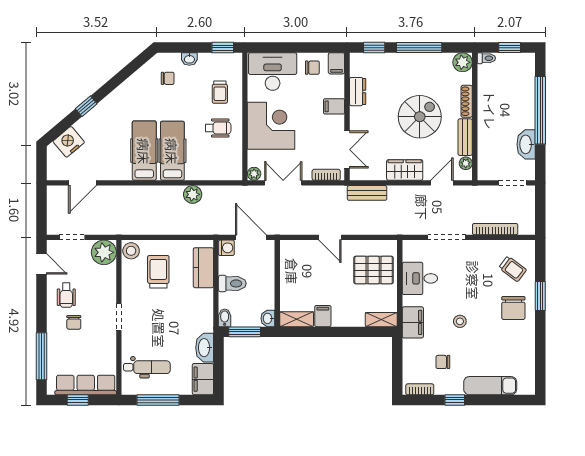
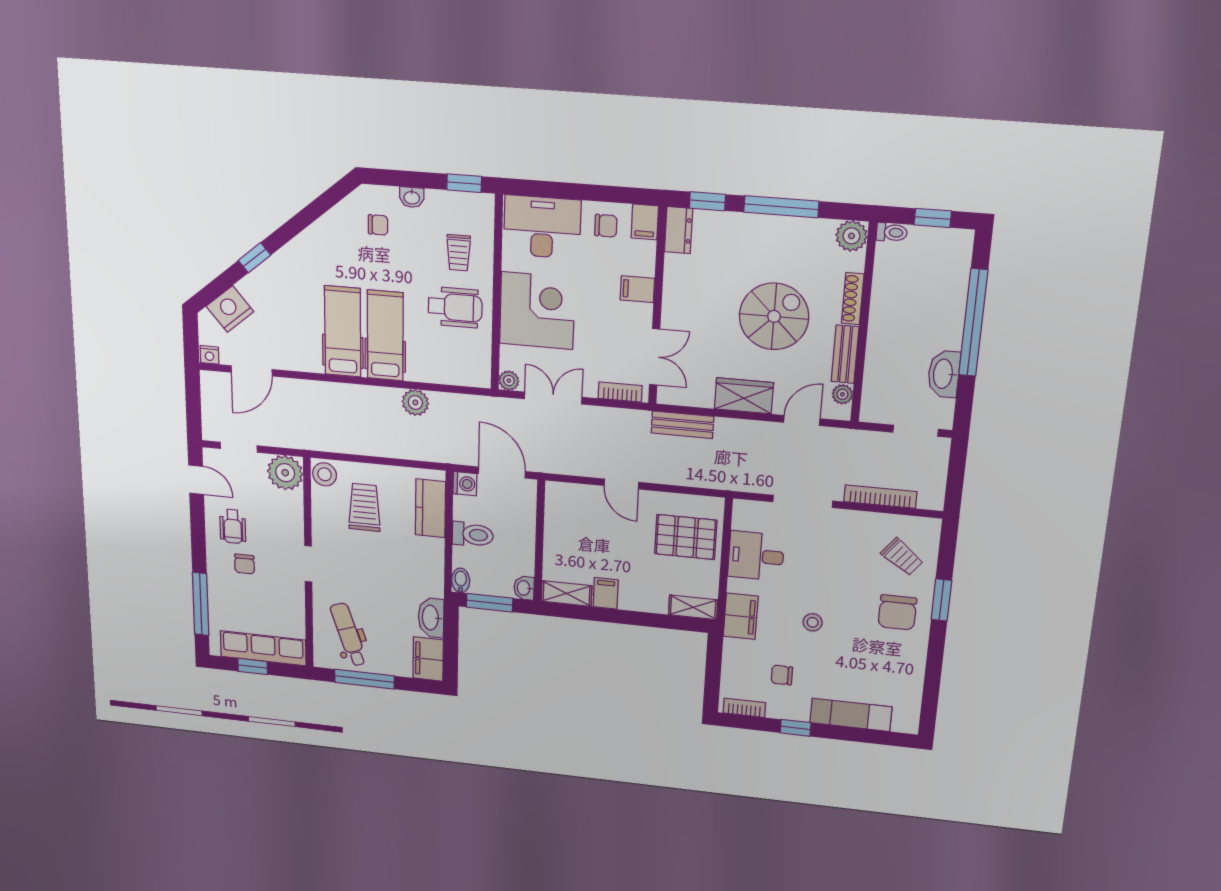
dresser: (358, 92) -> (679, 230), moved
wheelchair: (218, 128) -> (455, 307), width x1.36, depth x1.37
nightstand: (54, 174) -> (209, 355), added
dental chair: (147, 367) -> (349, 635), turned -109

